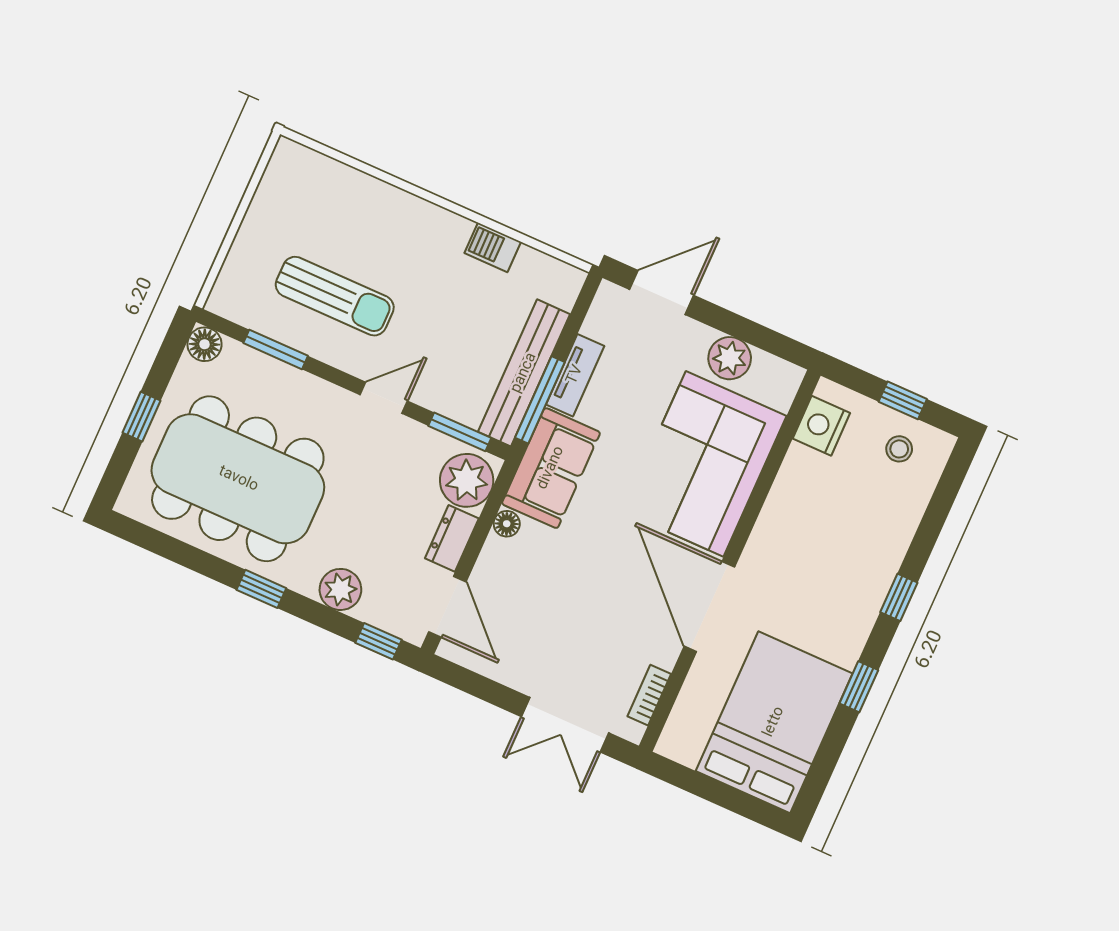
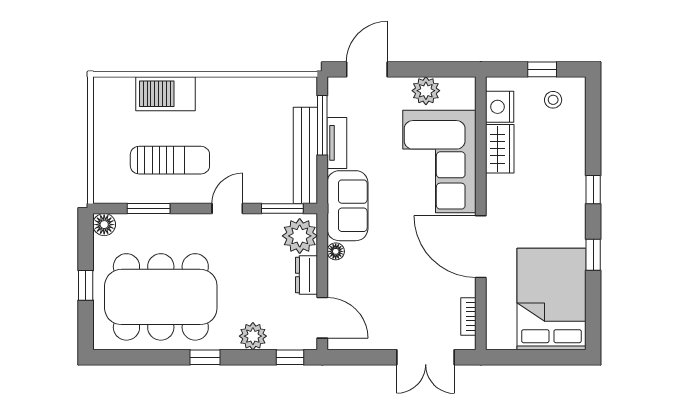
barbecue: (493, 247) -> (166, 94), moved, width x1.88, depth x1.53
window: (540, 400) -> (322, 125), moved
wardrobe: (796, 483) -> (500, 149), added

